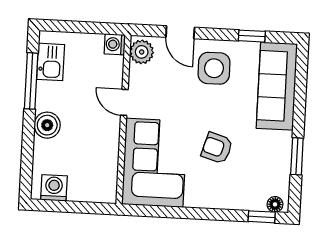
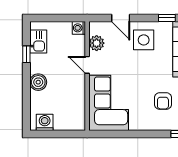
plant: (142, 52) -> (97, 43), moved
window: (31, 81) -> (26, 54), width x0.46
armchair: (217, 148) -> (163, 101), moved, turned -107

